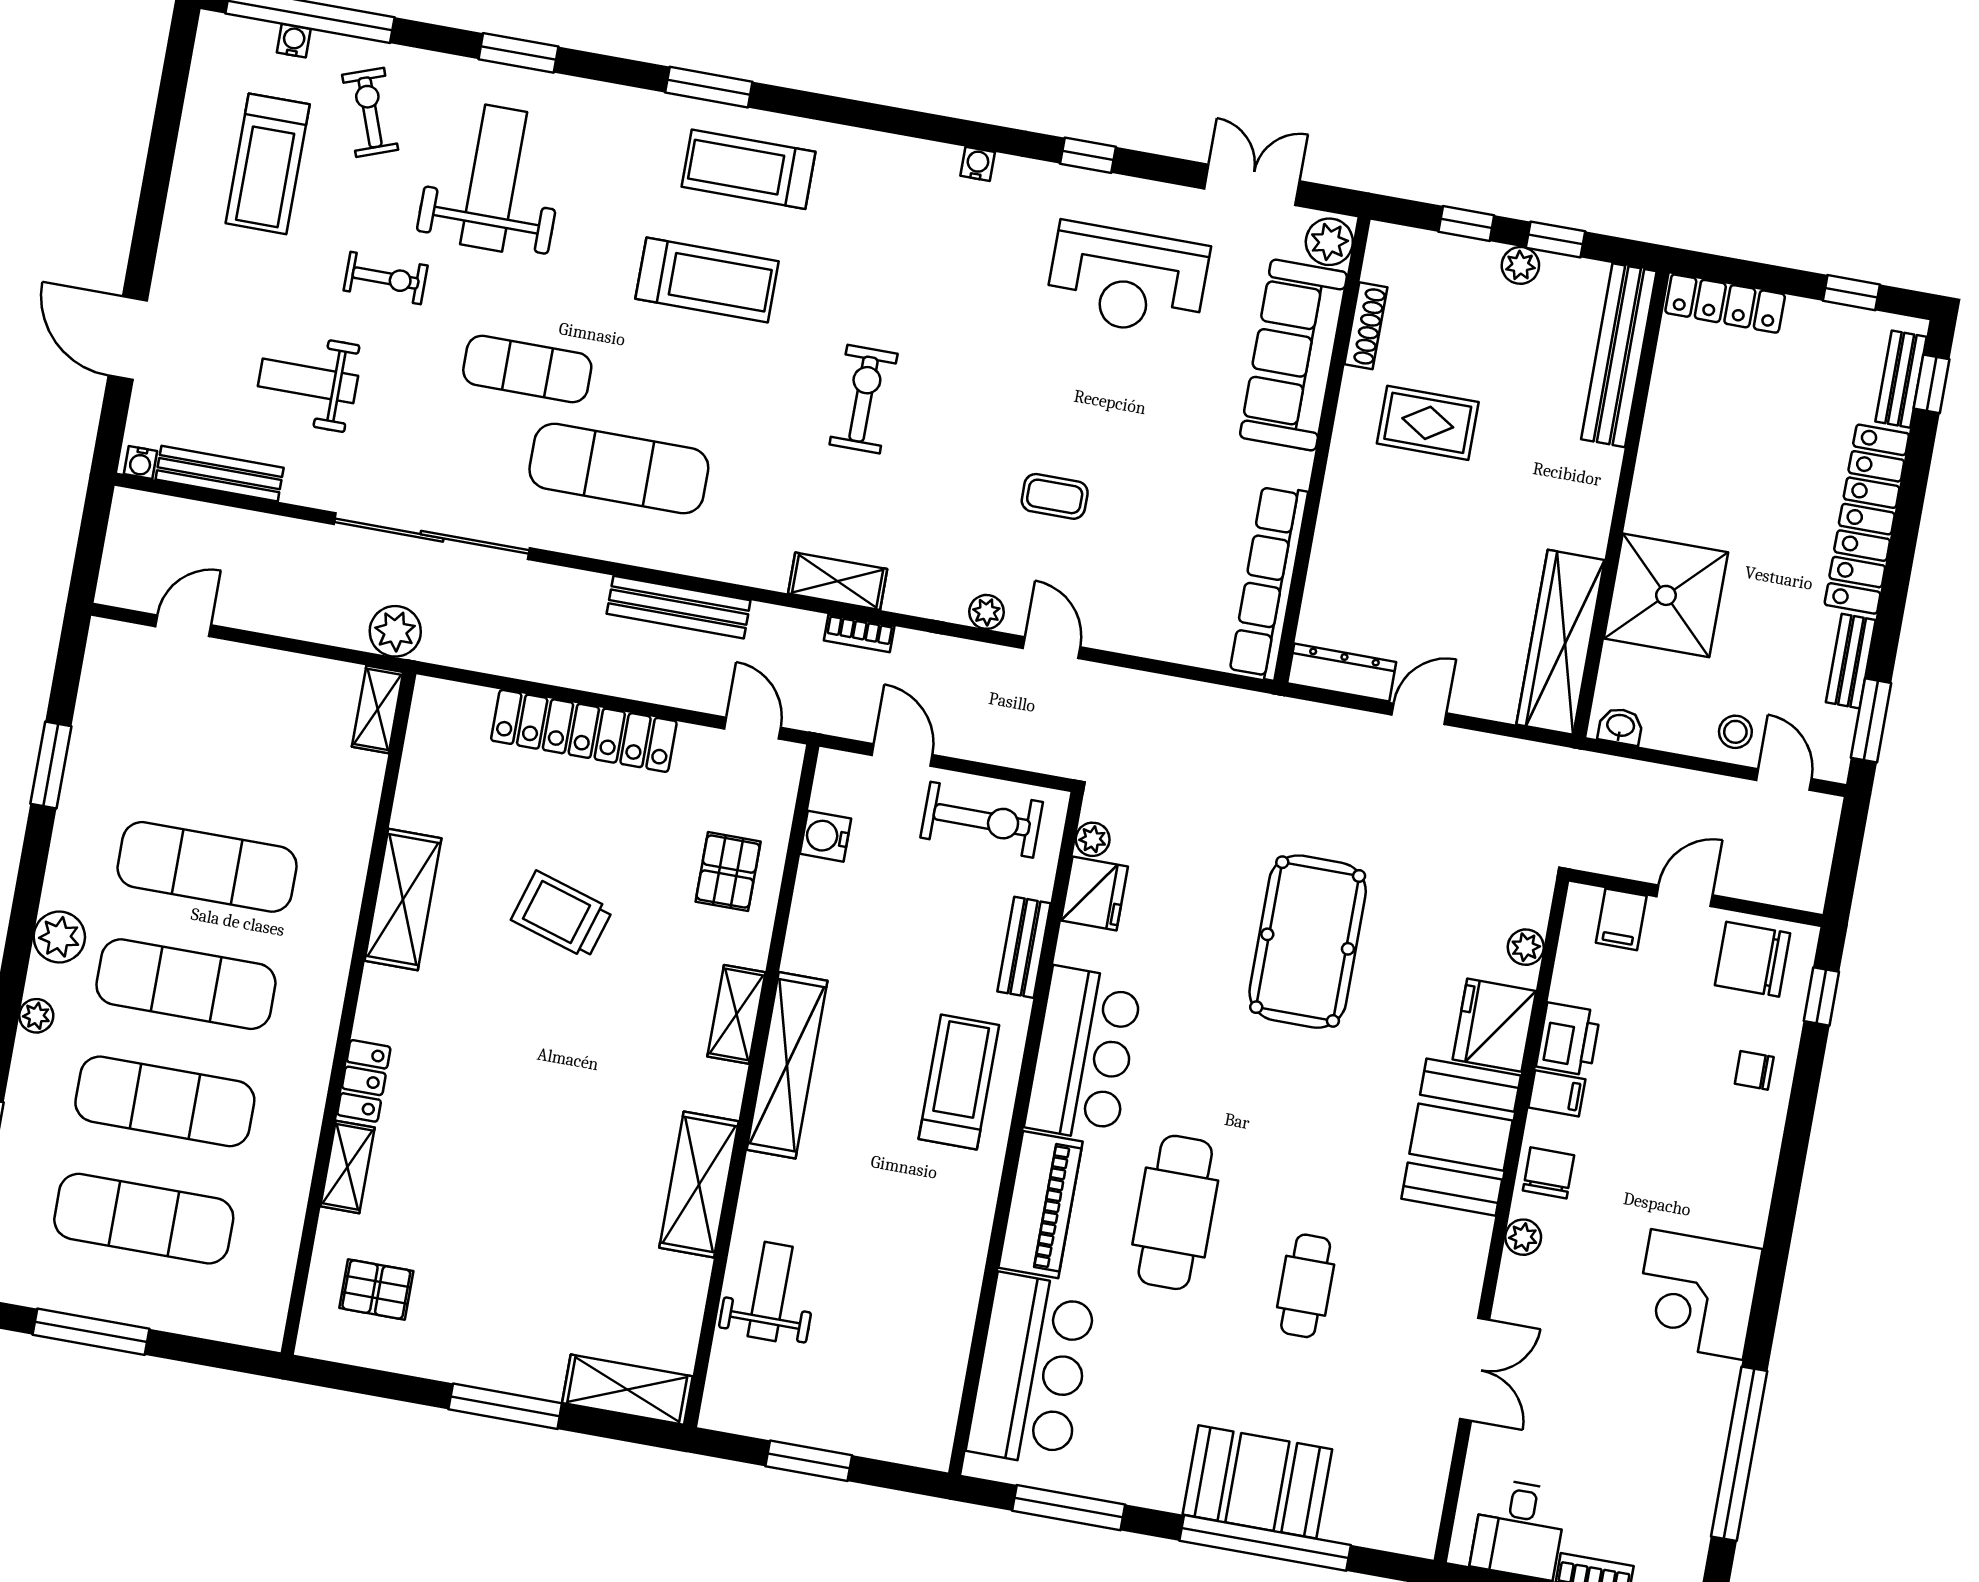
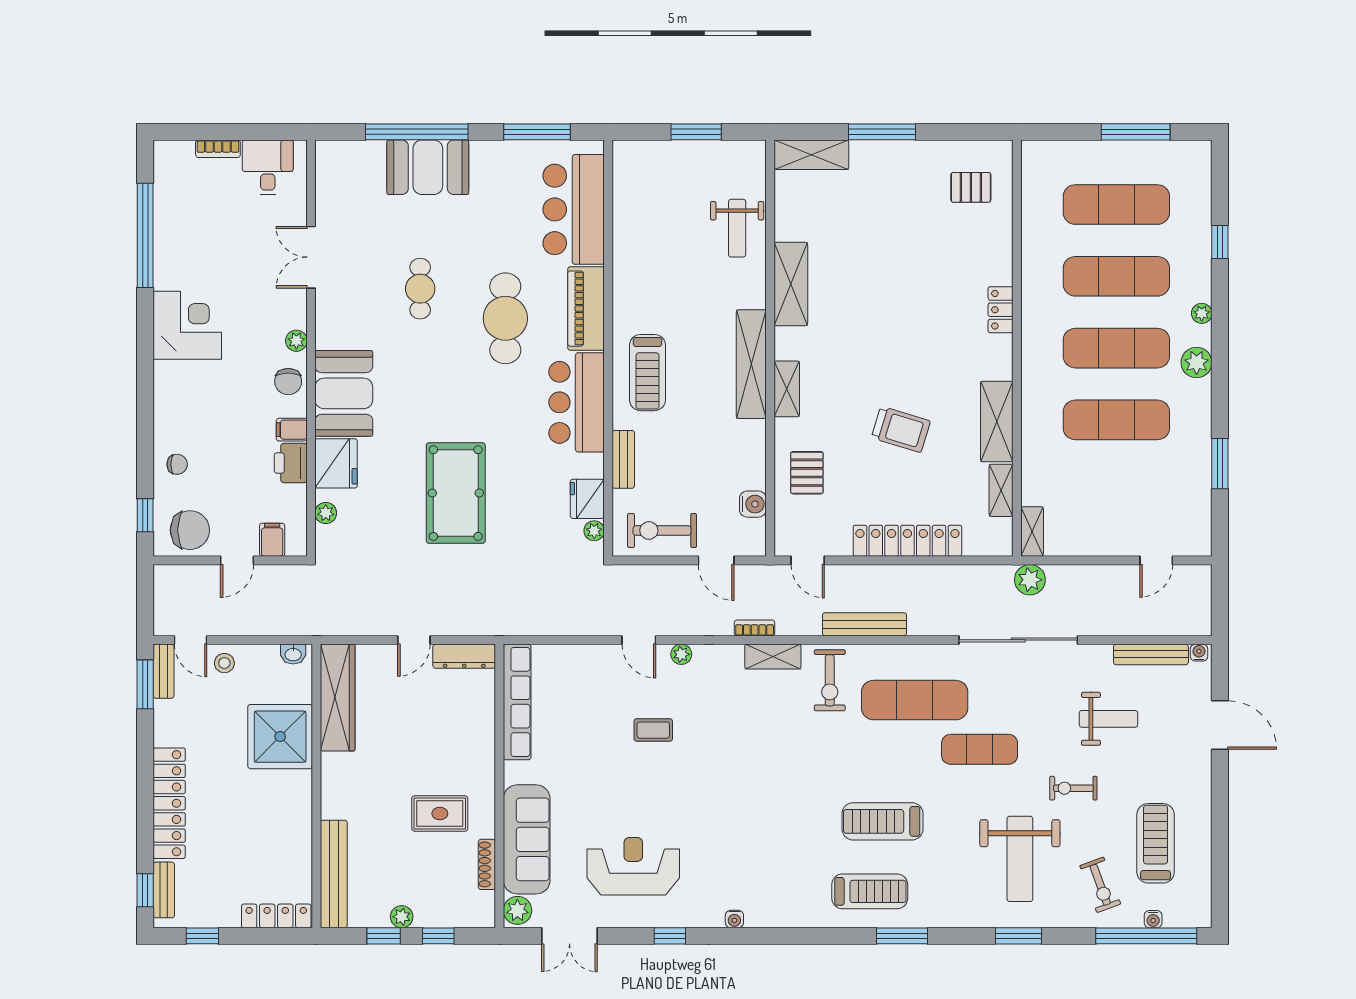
exercise bike: (864, 399) -> (830, 680), moved
bench: (1851, 661) -> (163, 671), moved
shelving: (348, 1167) -> (1001, 490), moved

